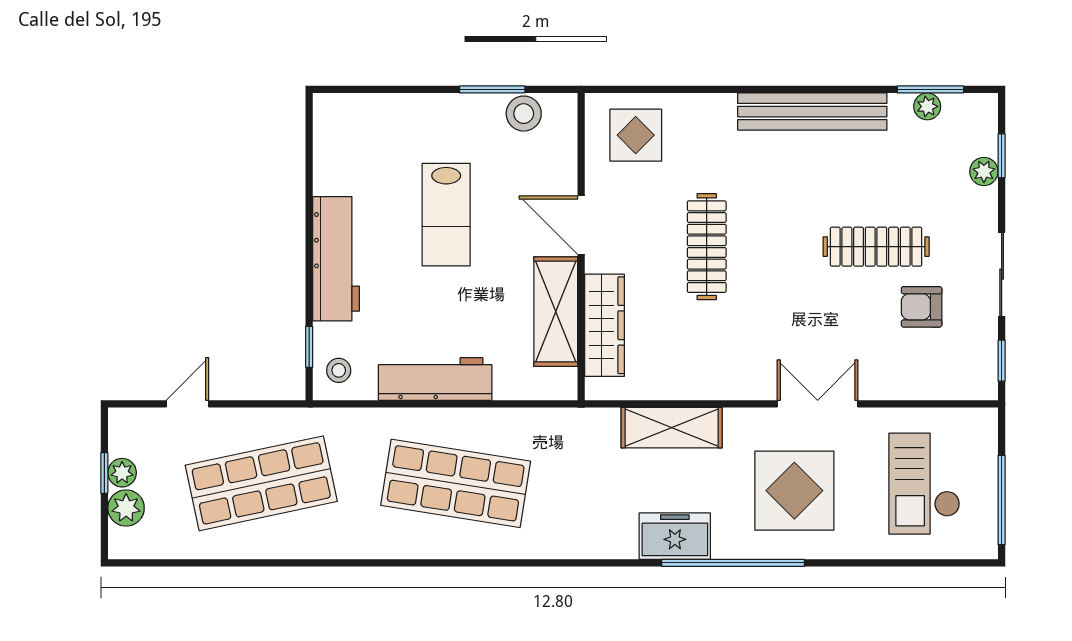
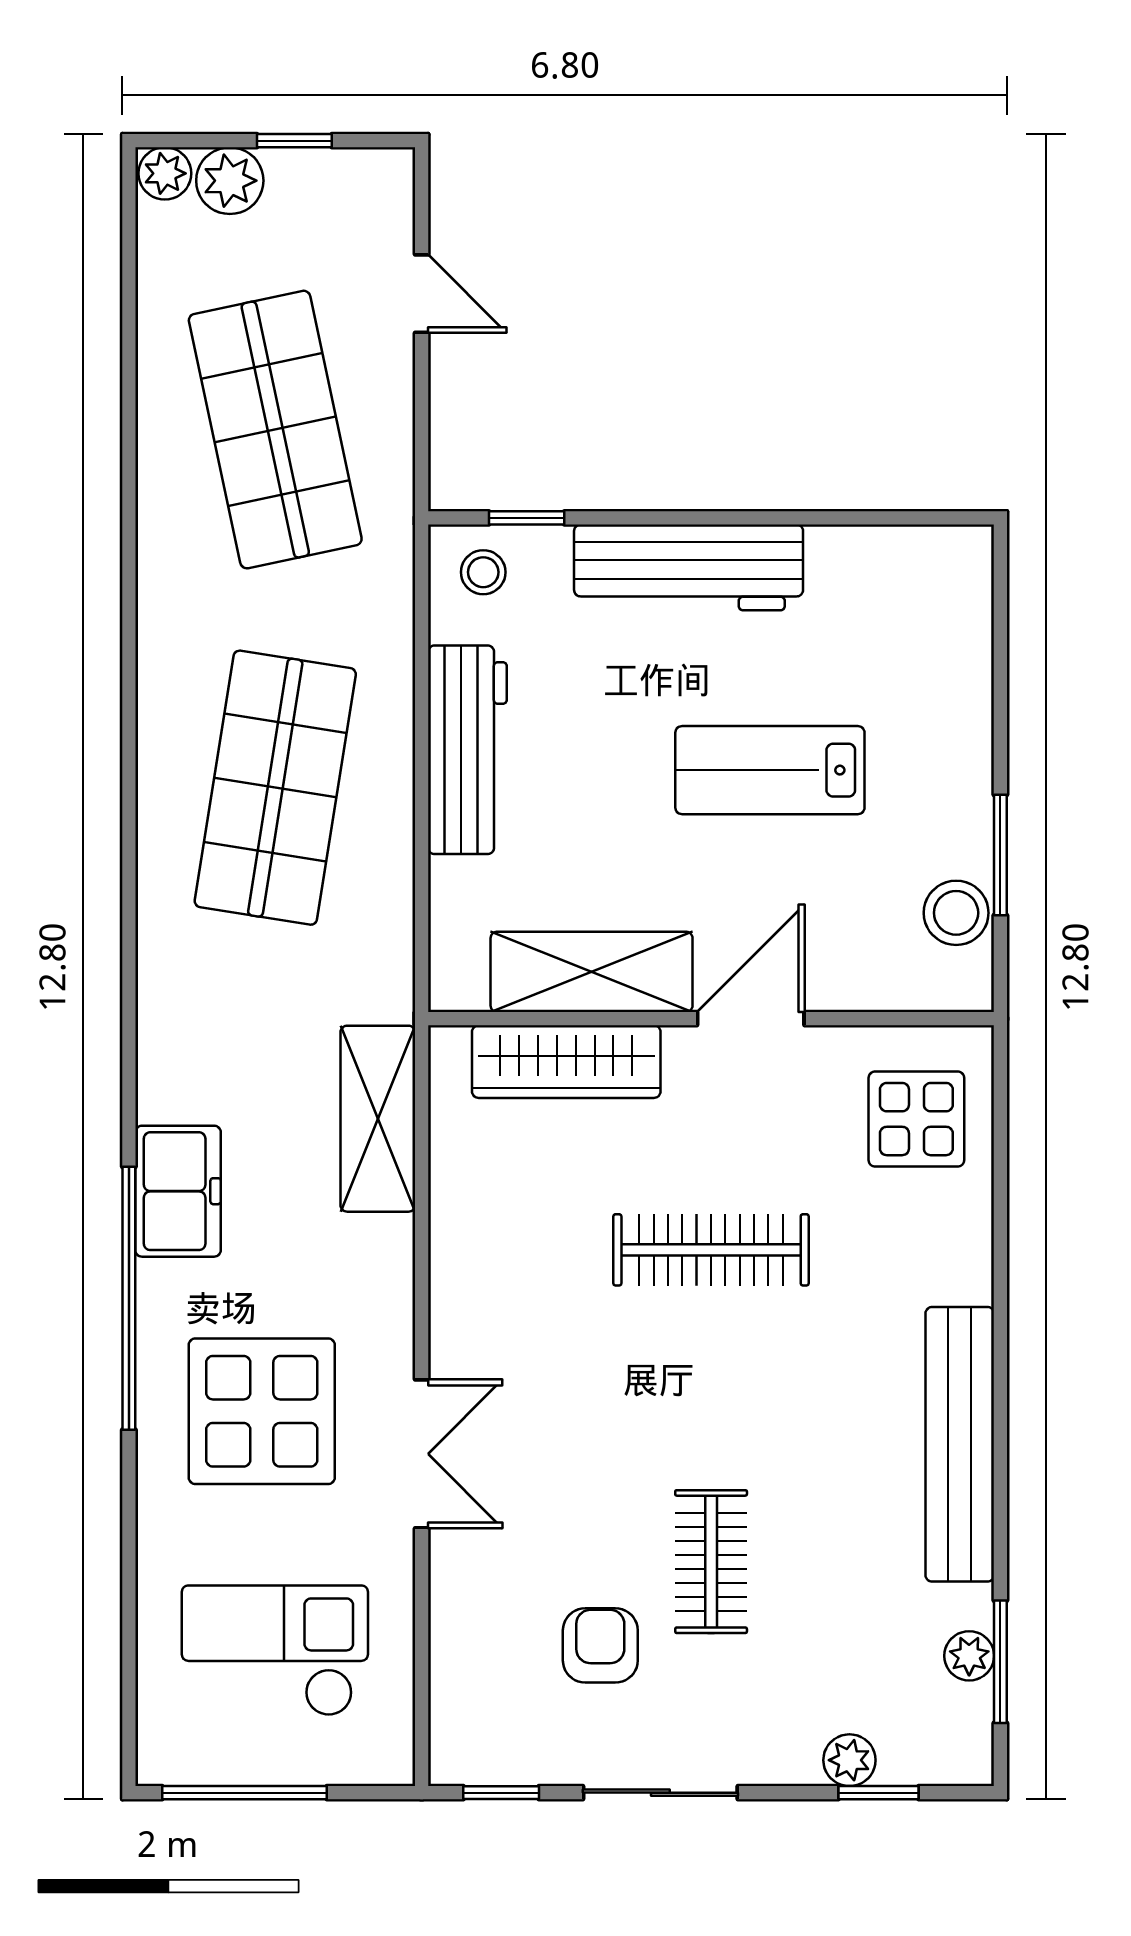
clothes rail: (876, 247) -> (711, 1562), width x0.73
shelving: (672, 428) -> (378, 1119), moved
plant: (122, 473) -> (165, 173), moved

